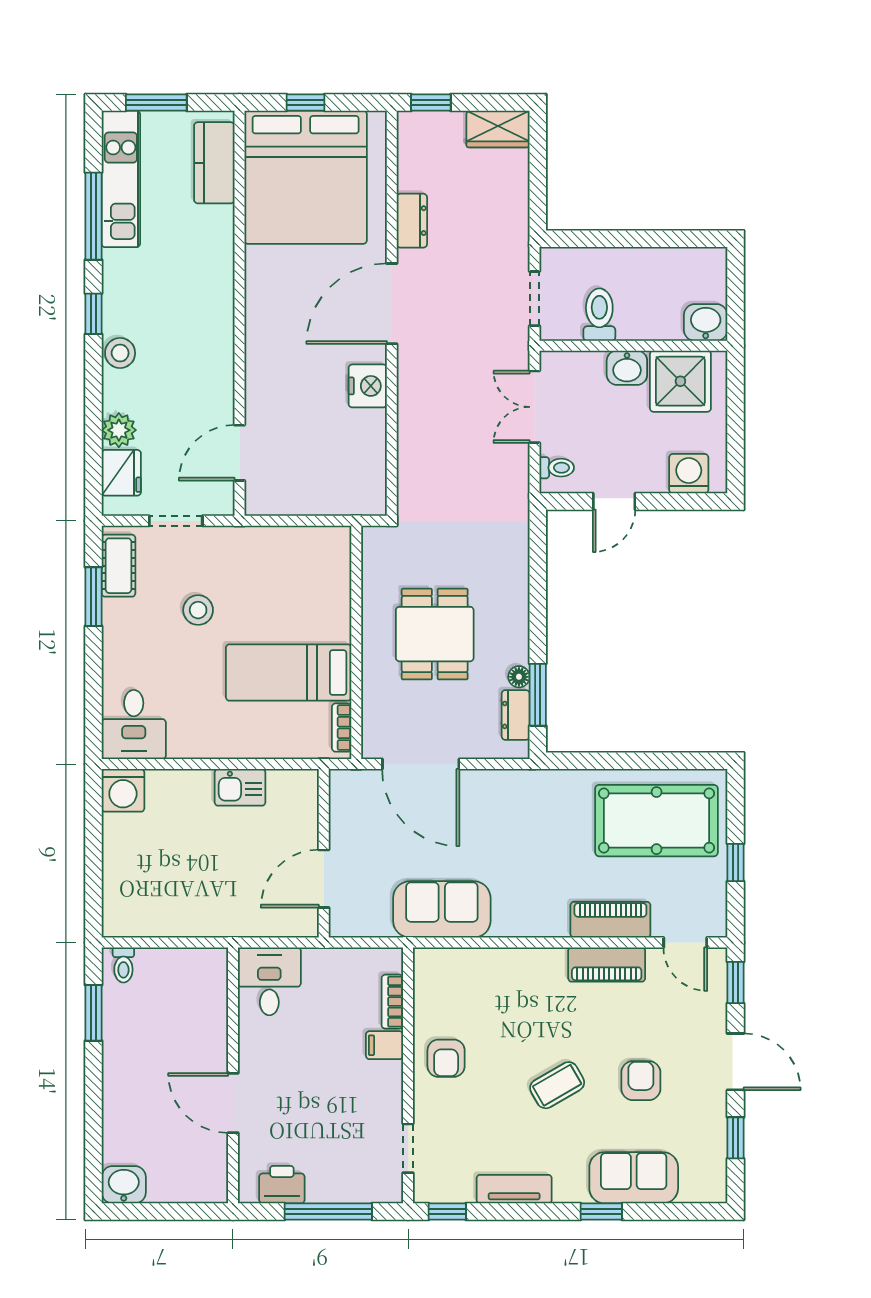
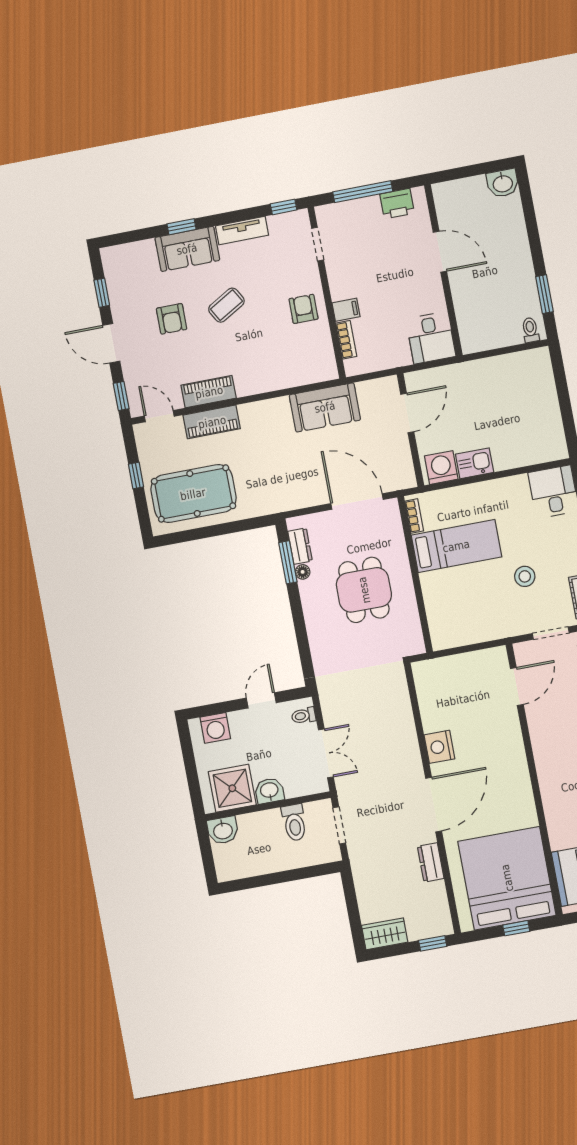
washing machine: (123, 790) -> (441, 468), moved
sofa: (634, 1178) -> (187, 249), moved

